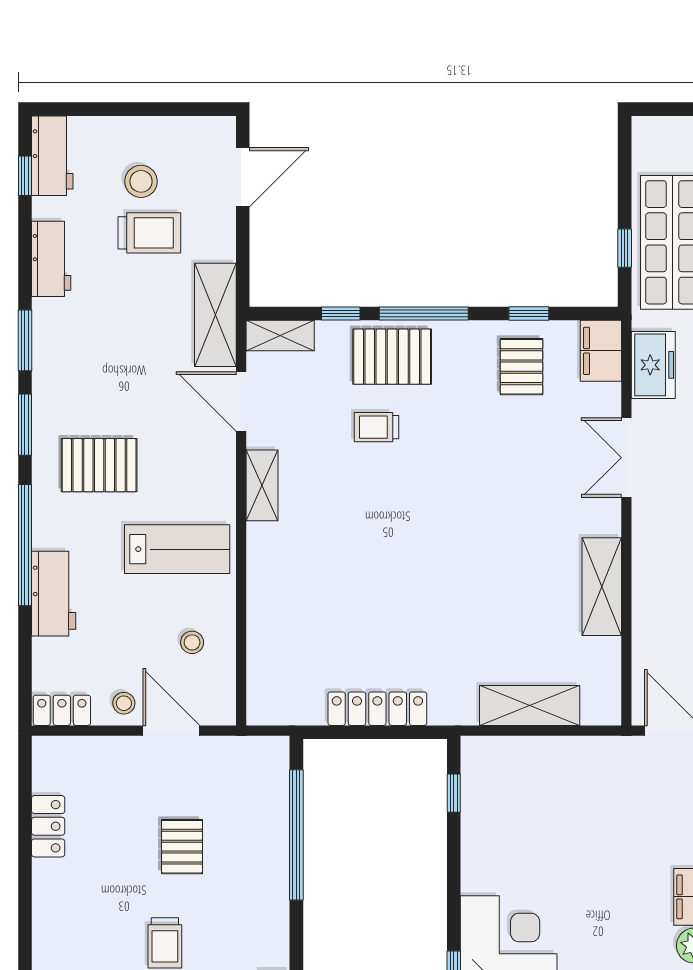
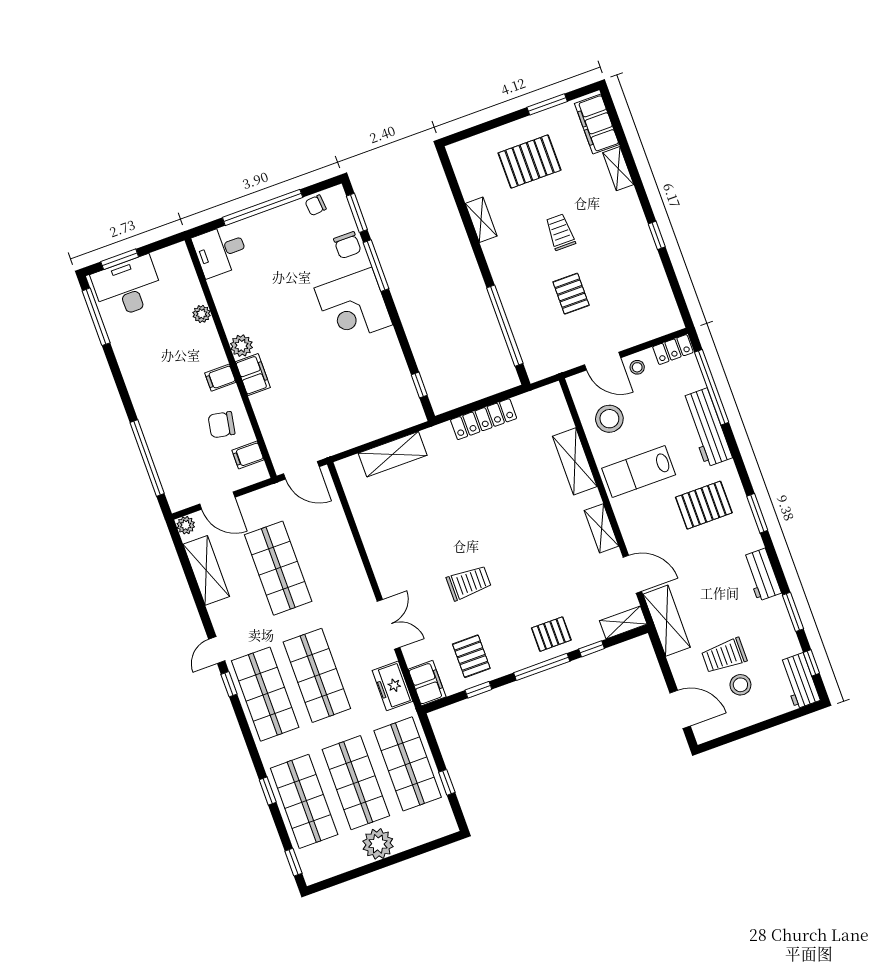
door: (243, 177) -> (680, 709), swing flipped
window: (625, 248) -> (447, 782), moved
workbench: (51, 259) -> (762, 575), moved
window: (25, 340) -> (793, 612), moved
pallet: (392, 357) -> (551, 634), width x0.67, depth x0.71
trolley: (377, 427) -> (469, 583), moved, width x1.36, depth x1.39
window: (25, 545) -> (712, 387), moved
shelving: (602, 587) -> (575, 461), moved
workbench: (54, 594) -> (707, 427), width x1.38
stool: (192, 642) -> (609, 419), width x1.89, depth x1.89
locker: (48, 826) -> (656, 277), removed
window: (25, 887) -> (657, 235), added

